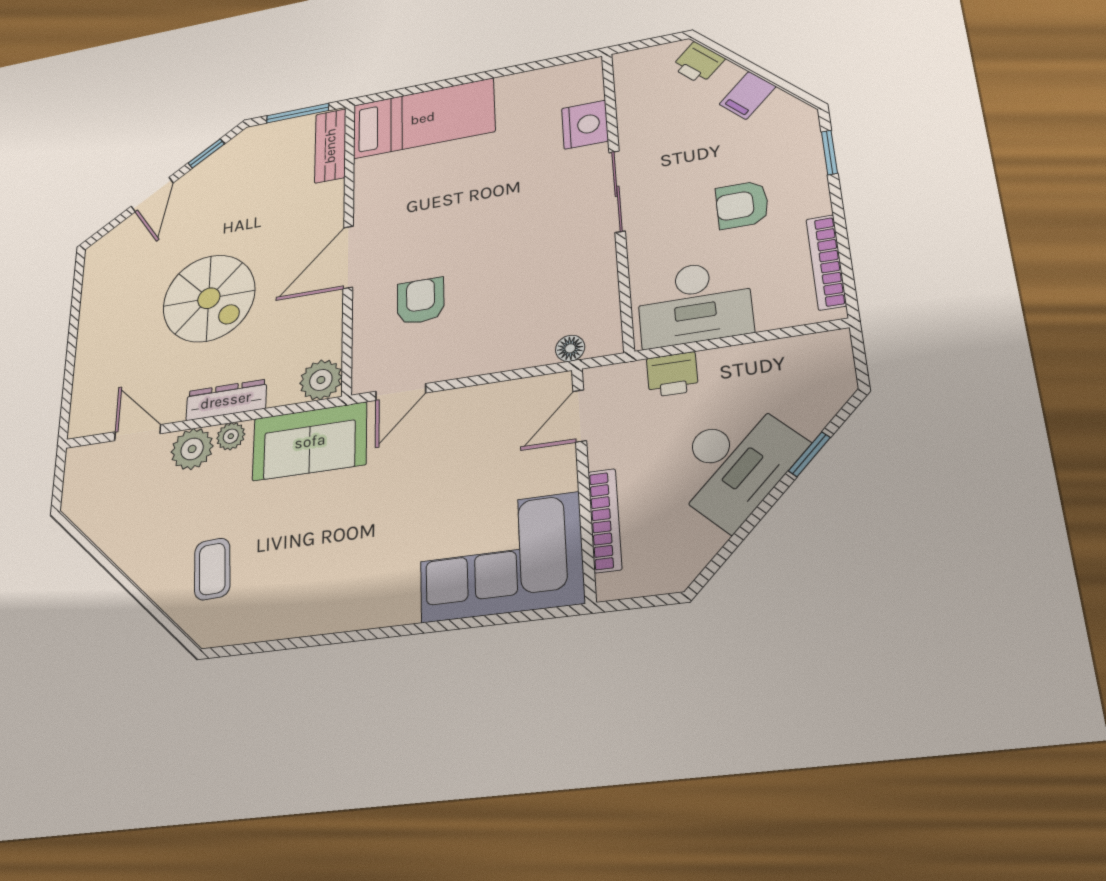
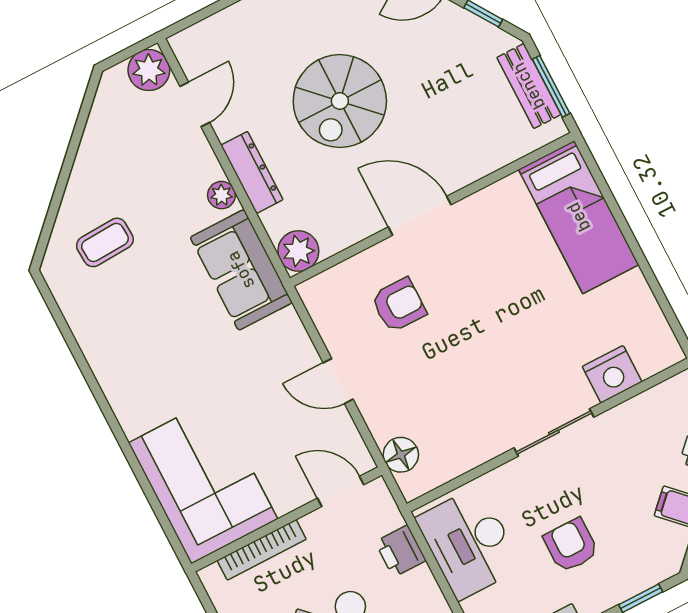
bench: (330, 146) -> (529, 86), moved, turned 90
floor lamp: (570, 348) -> (401, 455), width x1.37, depth x1.37
door: (401, 392) -> (338, 381), moved
plant: (192, 449) -> (149, 70), moved

